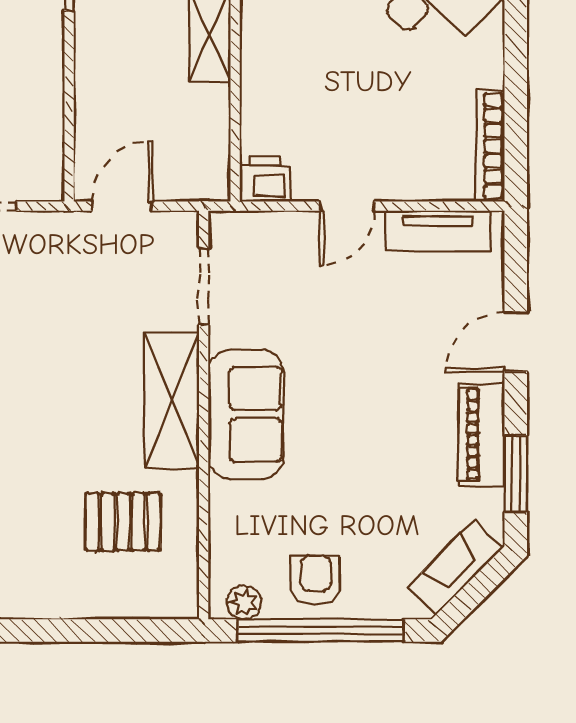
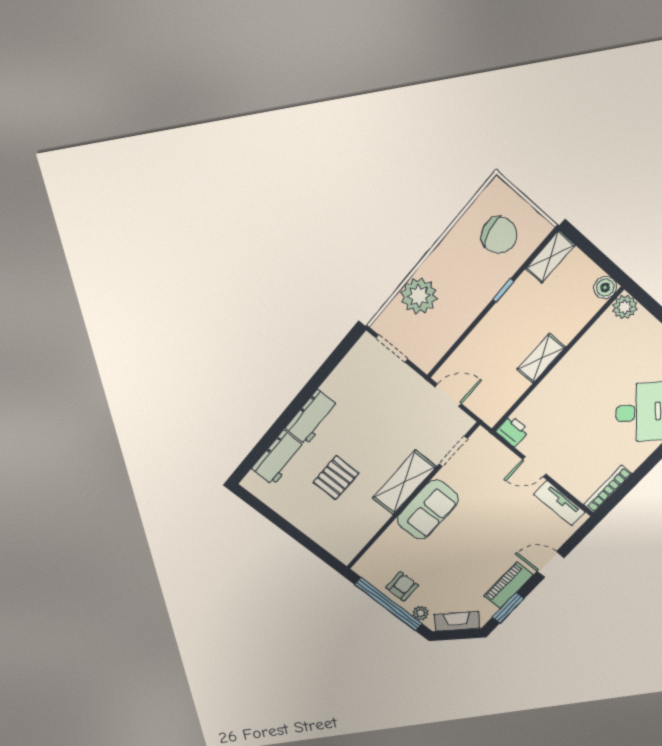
pallet: (123, 522) -> (336, 478), moved, turned 90
plant: (244, 602) -> (421, 613), moved

